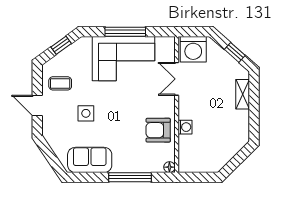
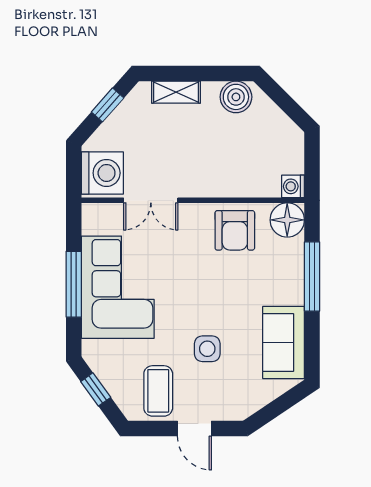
coffee table: (60, 83) -> (158, 391), width x1.36, depth x1.30
door: (37, 106) -> (194, 428), hinge flipped
washing machine: (185, 127) -> (293, 186), moved, turned -90
boiler: (240, 131) -> (236, 97), added
floor lamp: (169, 167) -> (287, 220), width x1.89, depth x1.89

